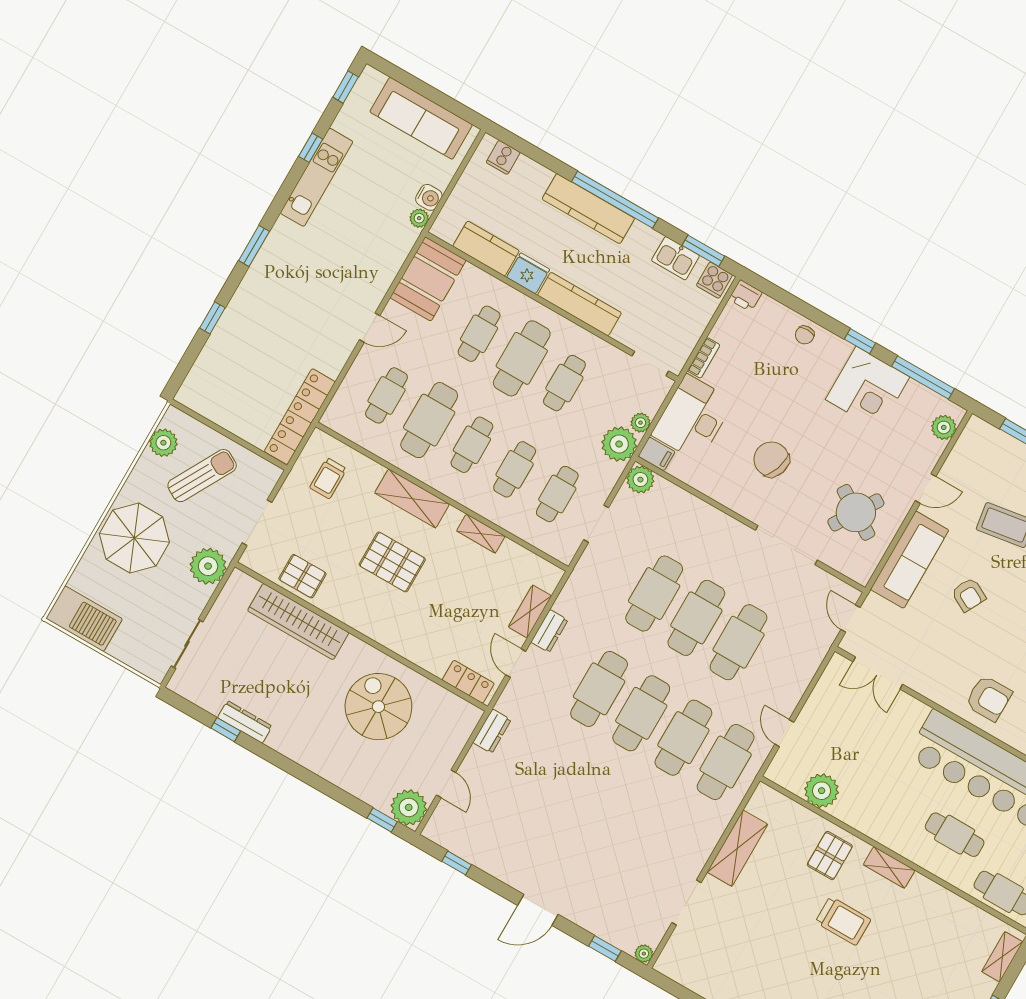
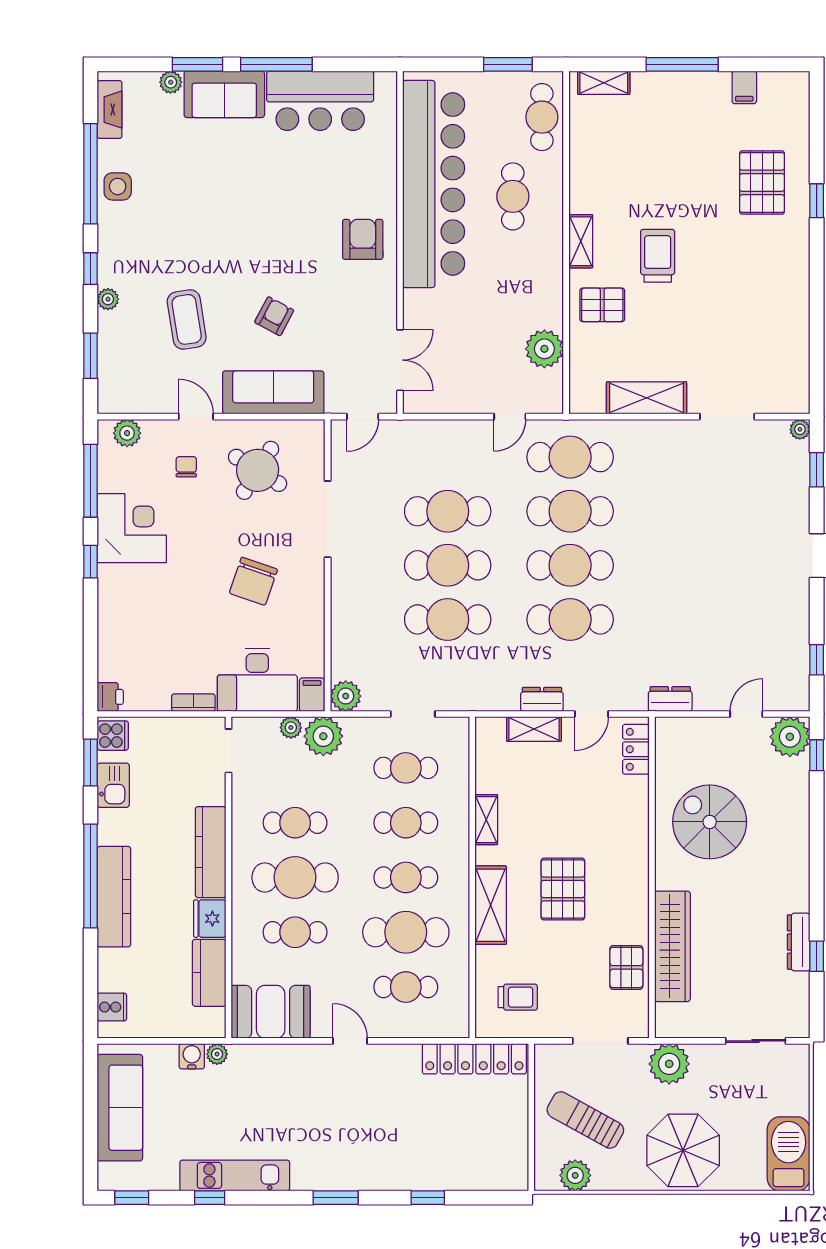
chair: (805, 335) -> (186, 467), moved, turned -90
spiral stairs: (378, 707) -> (710, 822), turned 90

